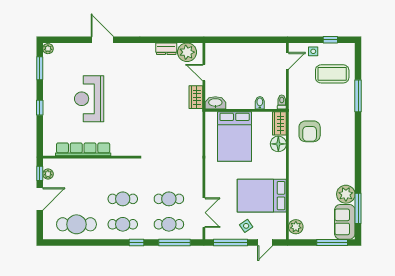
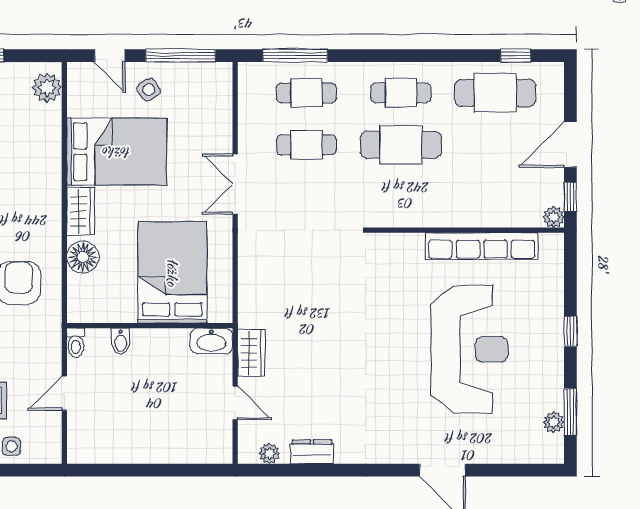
plant: (48, 49) -> (554, 422), moved
plant: (187, 52) -> (269, 454), width x0.53, depth x0.53
door: (287, 61) -> (64, 393), moved
reception desk: (89, 99) -> (469, 349), width x1.36, depth x1.30
wardrobe: (279, 123) -> (81, 211), moved
plant: (48, 174) -> (554, 217), moved
cafe table: (123, 199) -> (401, 145), width x1.37, depth x1.35
double door: (204, 213) -> (235, 184), moved
window: (137, 243) -> (516, 56), moved
door: (265, 243) -> (110, 56), swing flipped

